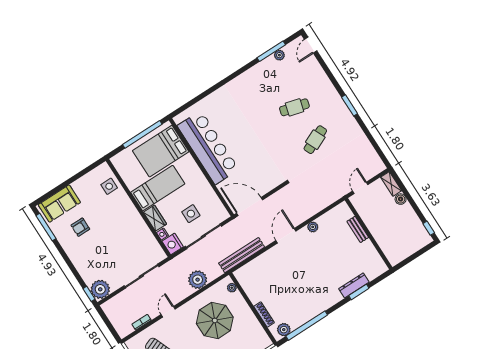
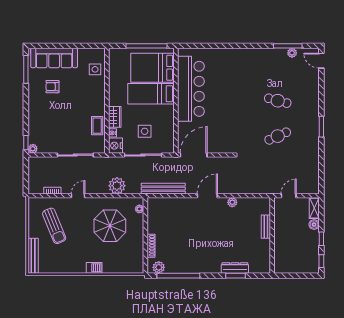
door: (311, 45) -> (321, 61), hinge flipped
bed: (158, 188) -> (151, 94), moved, turned 180
sofa: (59, 204) -> (54, 58), width x1.36
door: (250, 206) -> (194, 155), hinge flipped
window: (416, 208) -> (321, 239), added
coffee table: (144, 236) -> (97, 126), added
plant: (100, 289) -> (33, 149), width x0.53, depth x0.53

